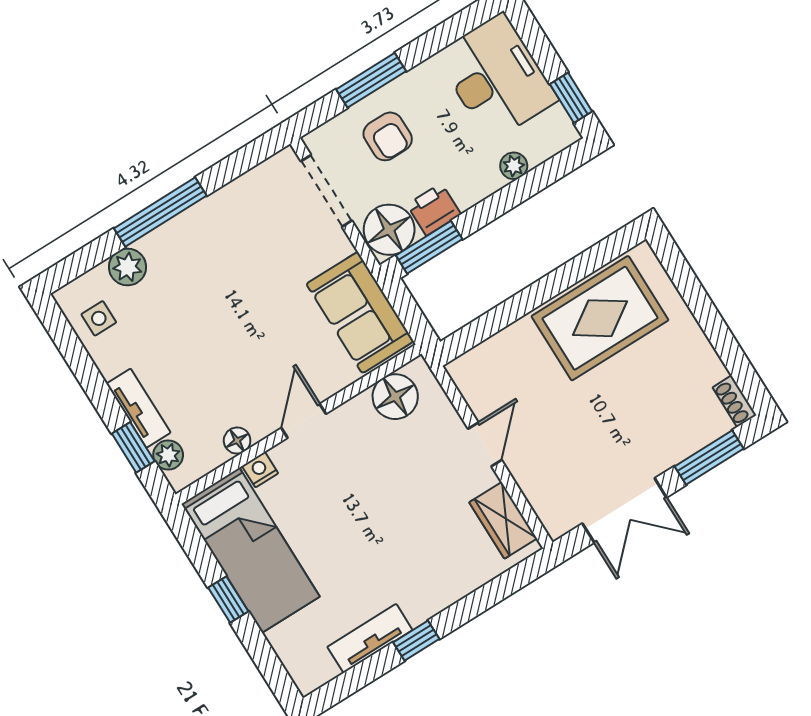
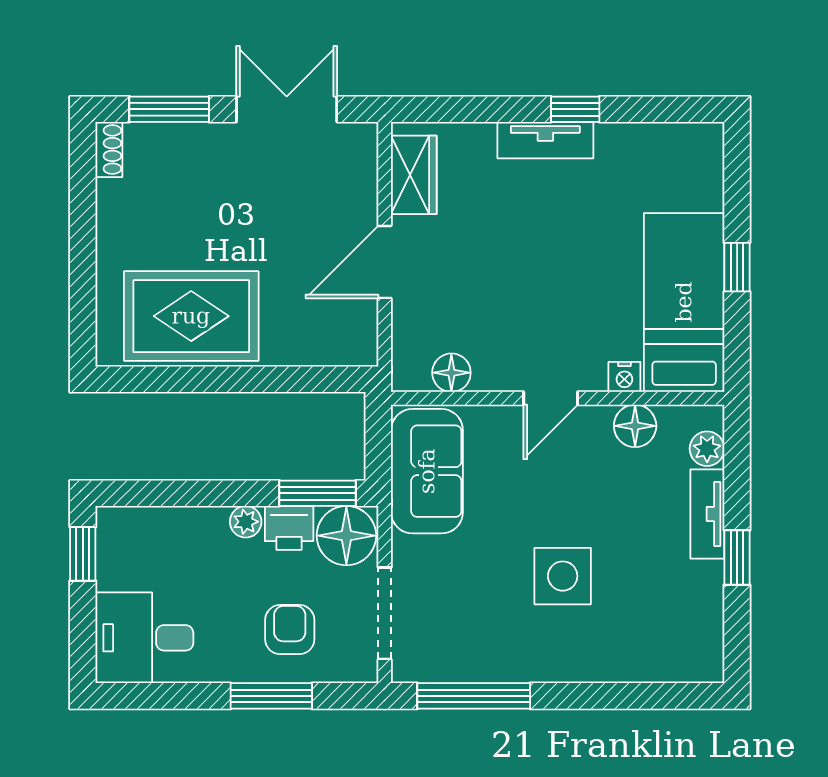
desk: (496, 77) -> (144, 638), width x0.73
plant: (514, 166) -> (246, 522), moved
window: (160, 212) -> (474, 696), moved
plant: (127, 267) -> (630, 661), removed
side table: (99, 318) -> (563, 576), moved, width x1.87, depth x1.87
floor lamp: (395, 397) -> (451, 373), width x0.73, depth x0.73
floor lamp: (237, 441) -> (635, 426), width x1.37, depth x1.37
door: (485, 444) -> (385, 262), width x1.38
window: (133, 447) -> (737, 558), moved
tv unit: (370, 638) -> (545, 140), moved

